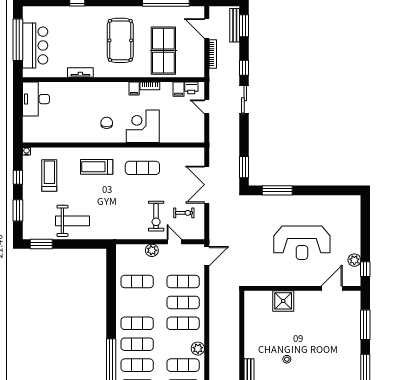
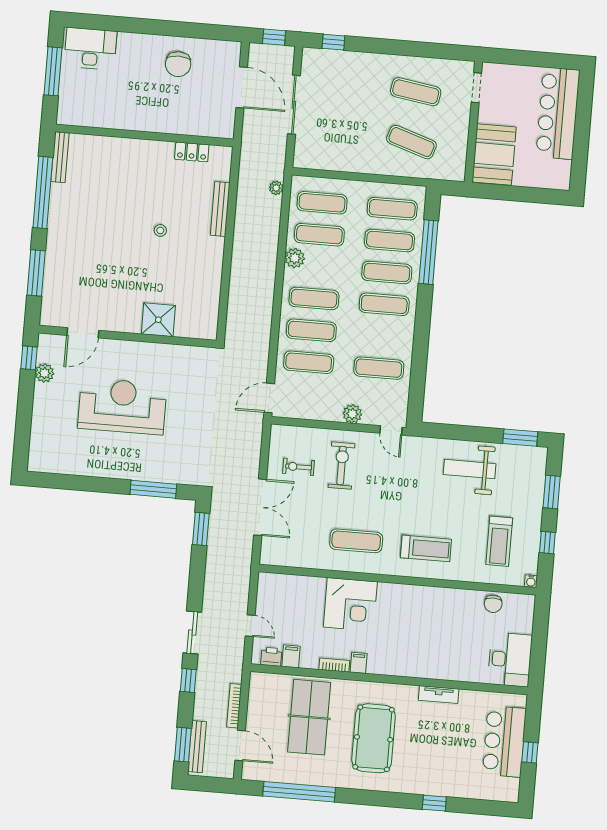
window: (18, 40) -> (530, 752), width x0.32
chair: (107, 123) -> (493, 604), moved
door: (174, 242) -> (391, 430), moved

